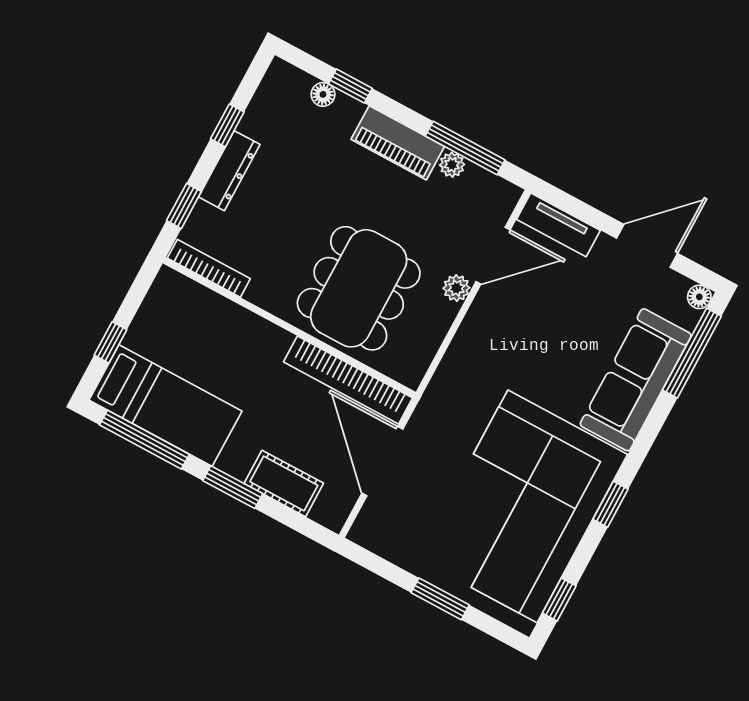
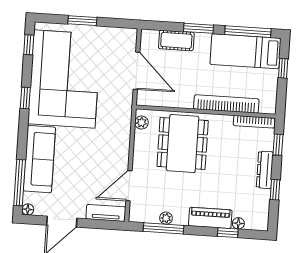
piano: (398, 143) -> (210, 218), moved
plant: (456, 288) -> (141, 123), moved
bookcase: (348, 380) -> (226, 104), moved

